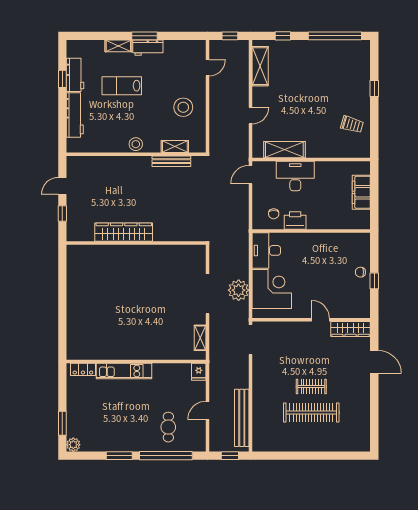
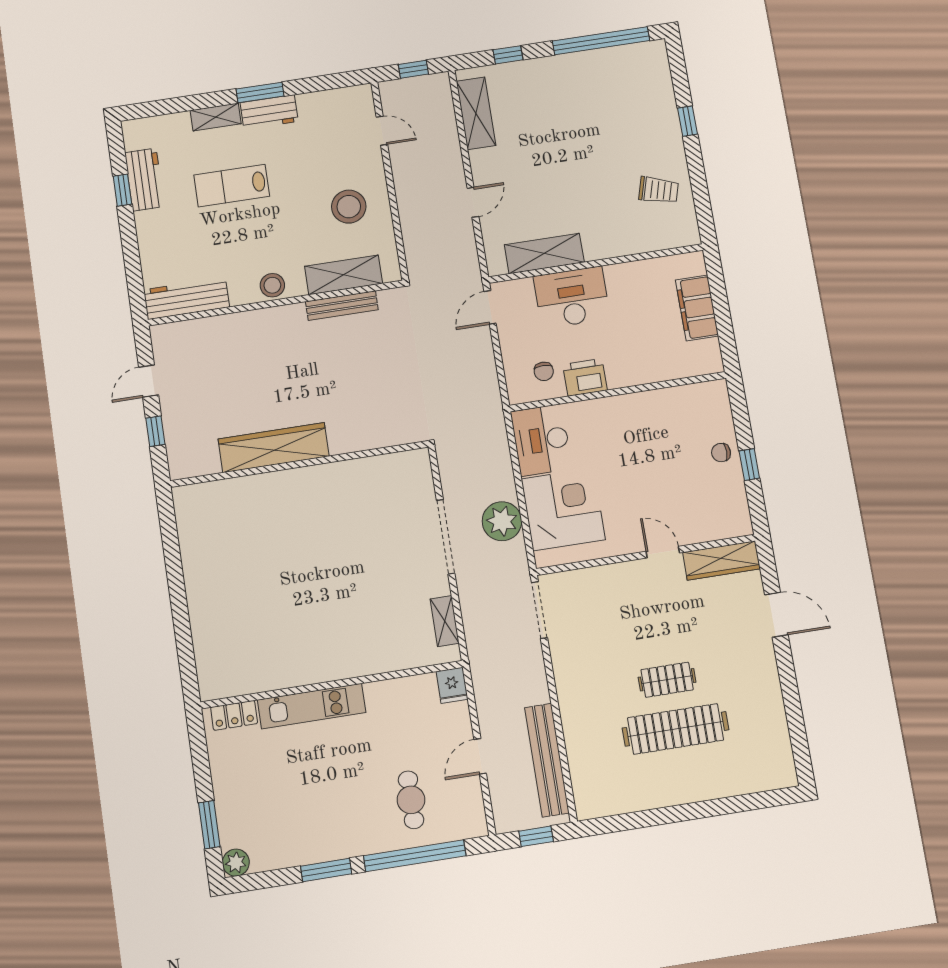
door: (208, 68) -> (382, 131), hinge flipped
workbench: (75, 115) -> (187, 298), moved, turned -90
shelving: (175, 146) -> (344, 275), width x1.50, depth x1.33

